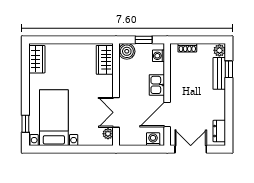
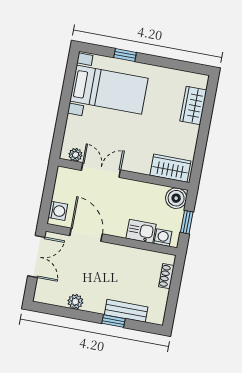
plant: (219, 50) -> (75, 302), moved
wardrobe: (37, 59) -> (193, 105), moved, turned 90
window: (229, 69) -> (113, 321), moved
kitchen sink: (157, 85) -> (141, 231), moved
window: (25, 124) -> (125, 55), moved
dresser: (219, 131) -> (53, 297), removed

